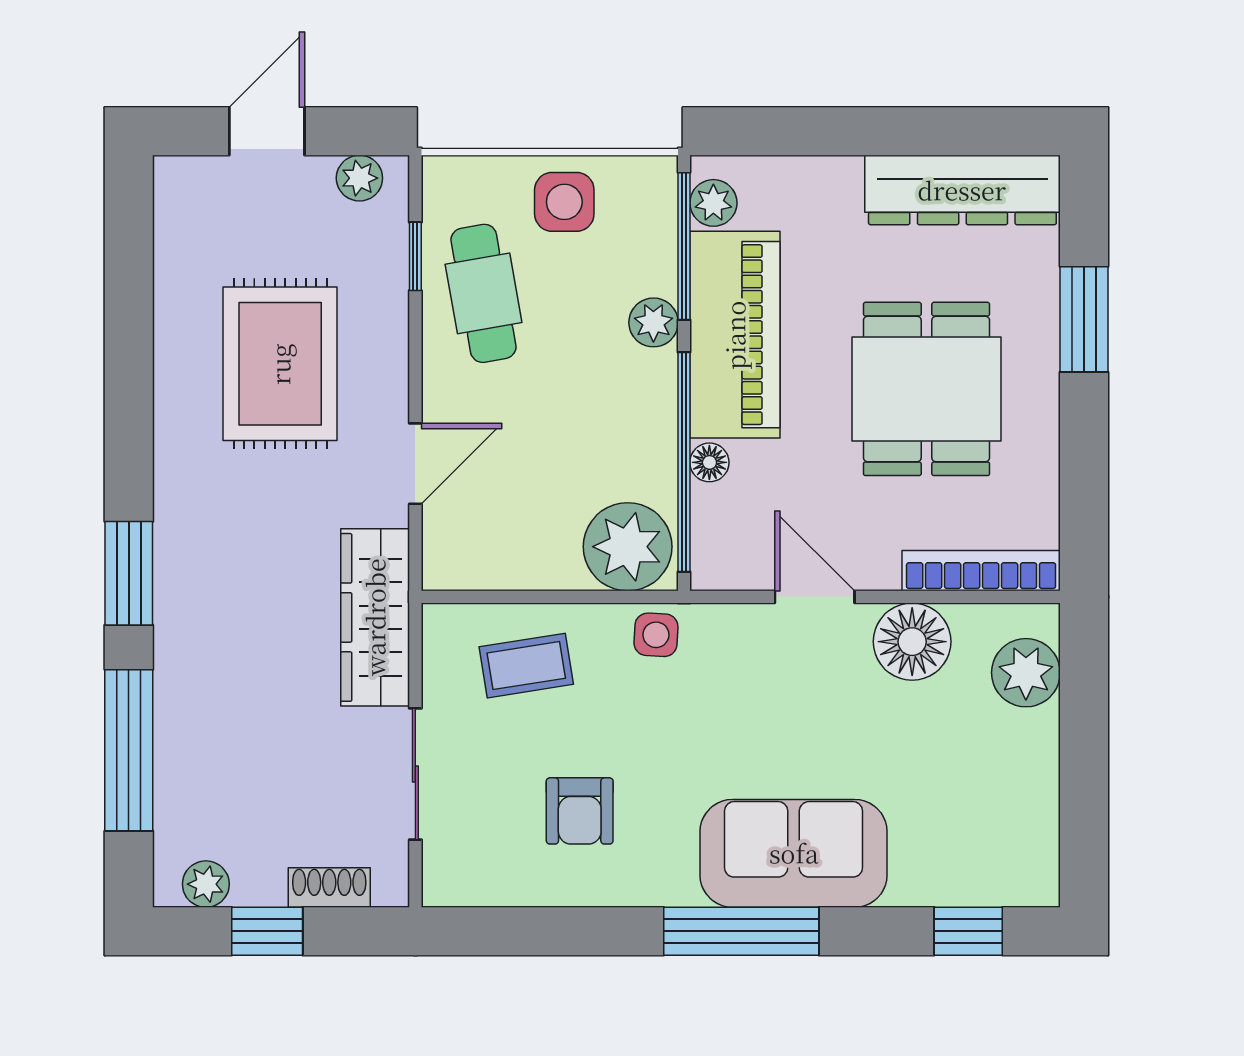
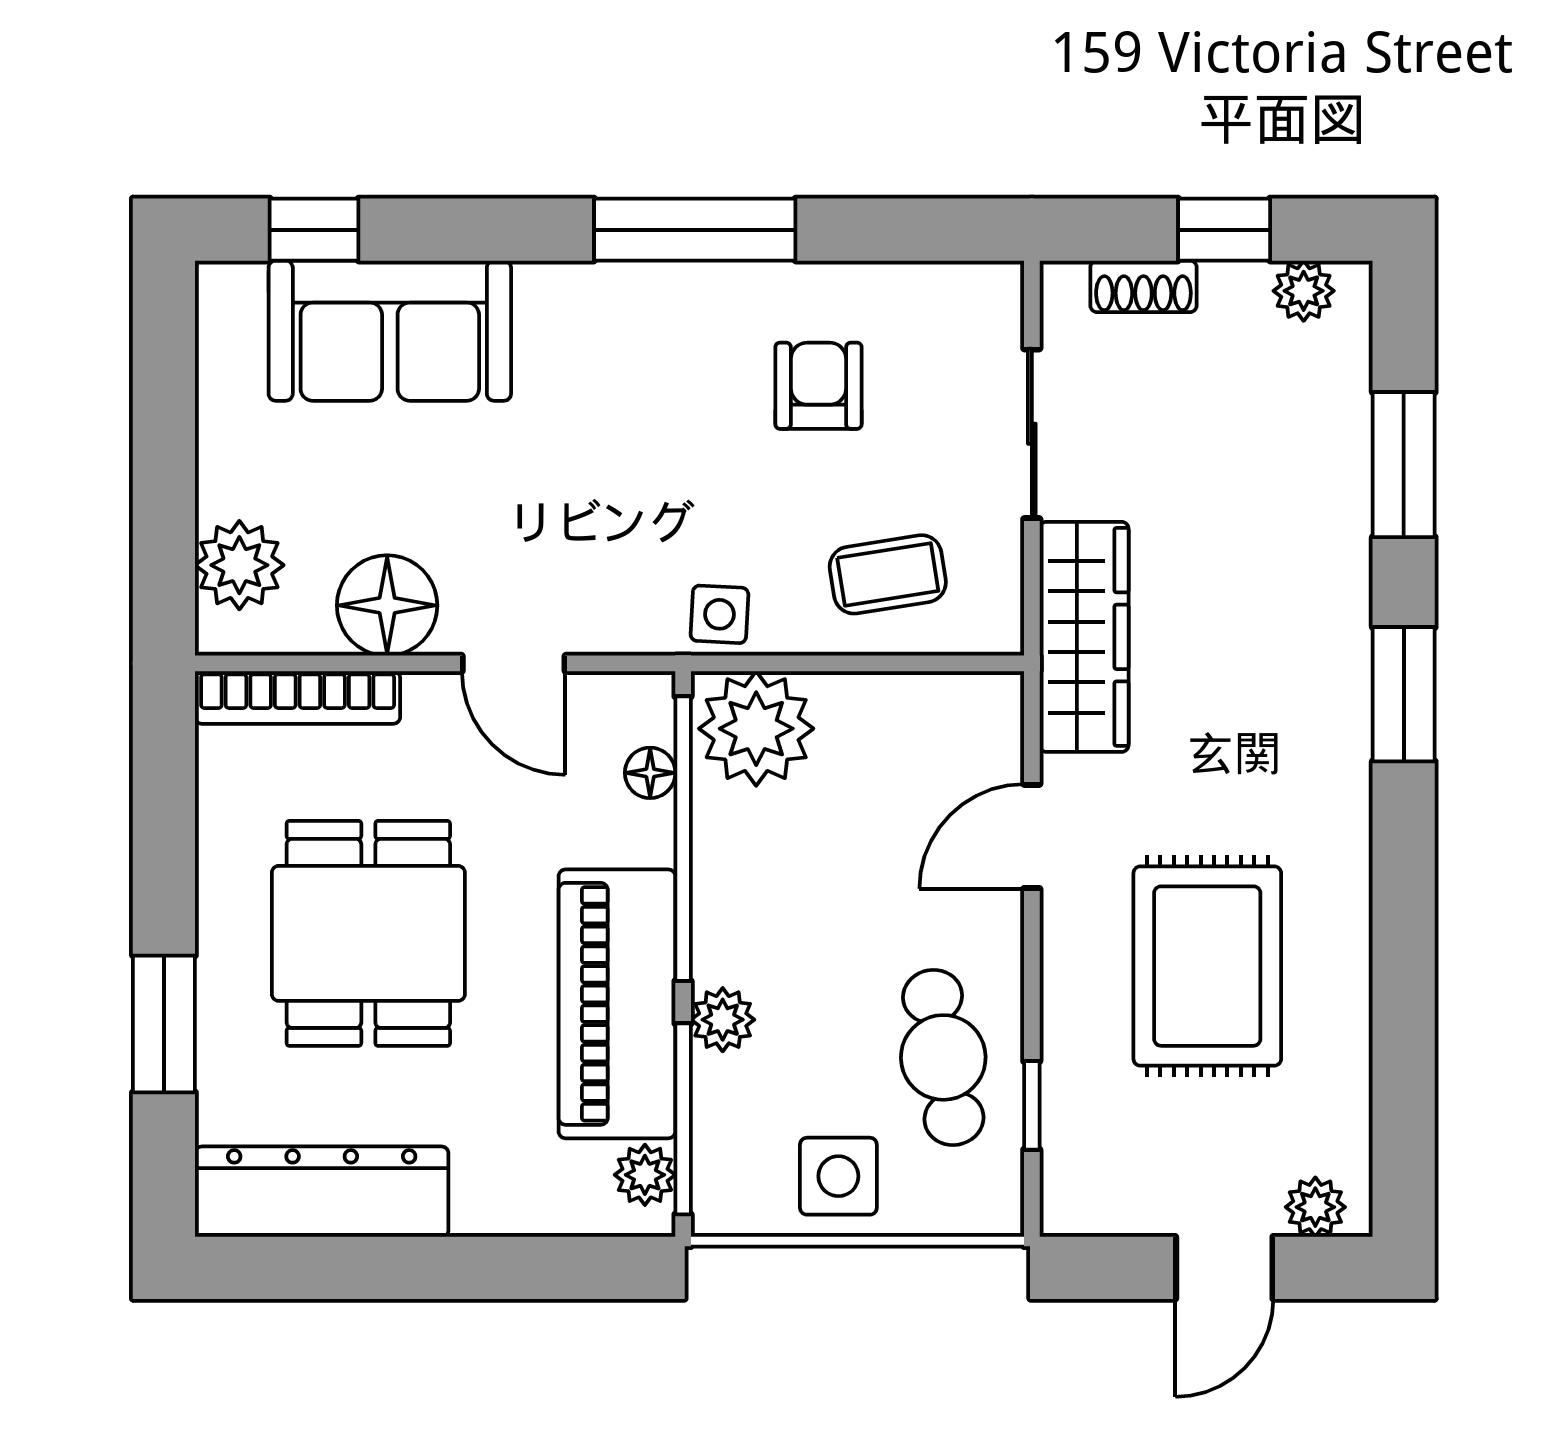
plant: (359, 178) -> (1315, 1207), moved
floor lamp: (709, 462) -> (650, 773), moved
window: (129, 750) -> (1404, 465), width x0.69
sofa: (794, 853) -> (390, 331), moved
window: (741, 931) -> (695, 230), moved

